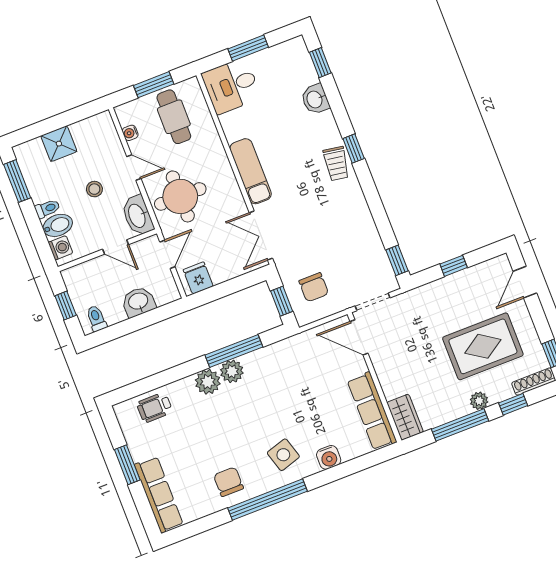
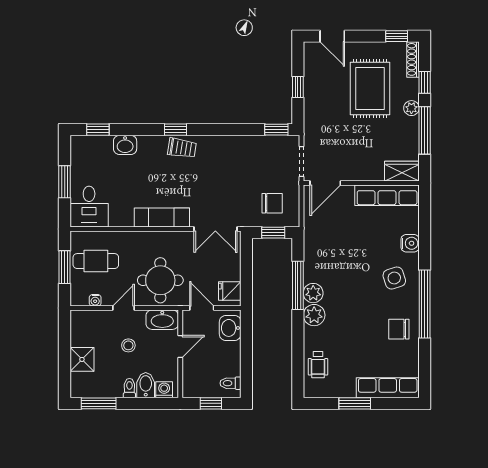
washbasin: (138, 302) -> (230, 328), moved

